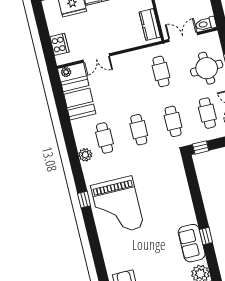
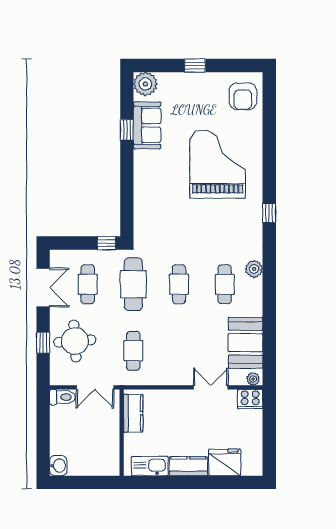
cooker: (59, 44) -> (250, 399), moved, turned -90
cafe table: (173, 121) -> (133, 284), width x1.37, depth x1.35
grand piano: (117, 206) -> (218, 164), moved

